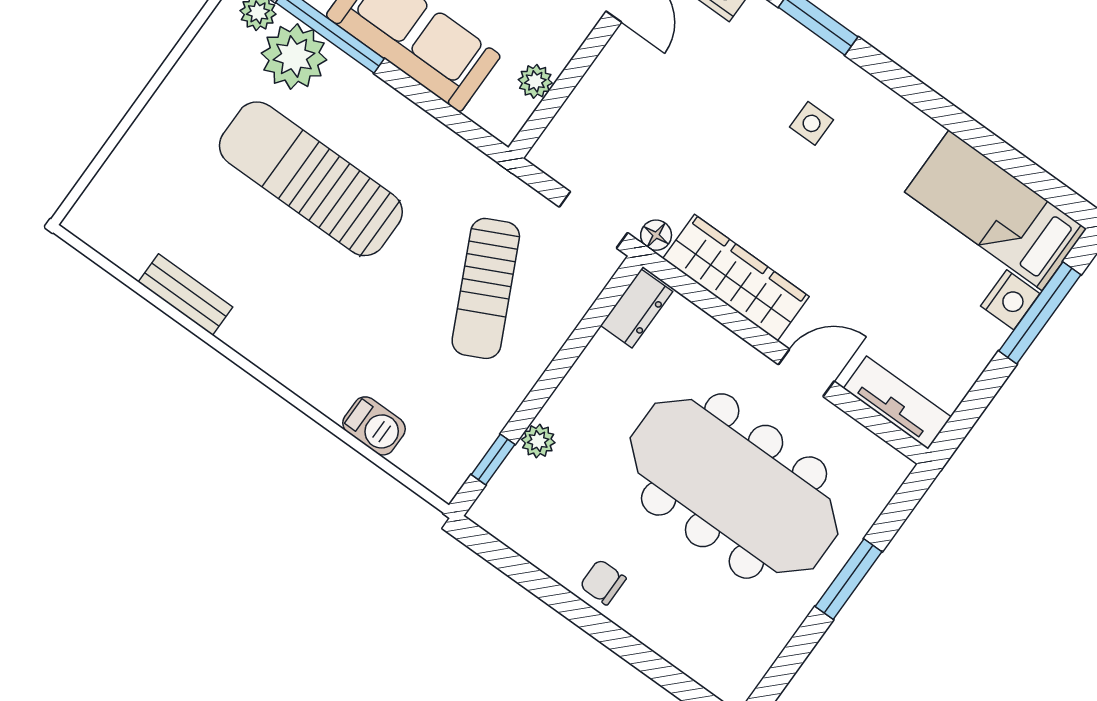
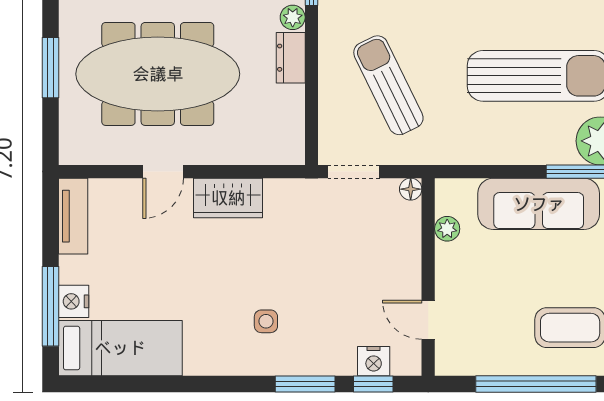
floor lamp: (656, 235) -> (411, 189), moved
wardrobe: (736, 278) -> (228, 198), width x0.67
dresser: (637, 309) -> (291, 58), moved
tv unit: (897, 403) -> (73, 216), moved, turned -90

